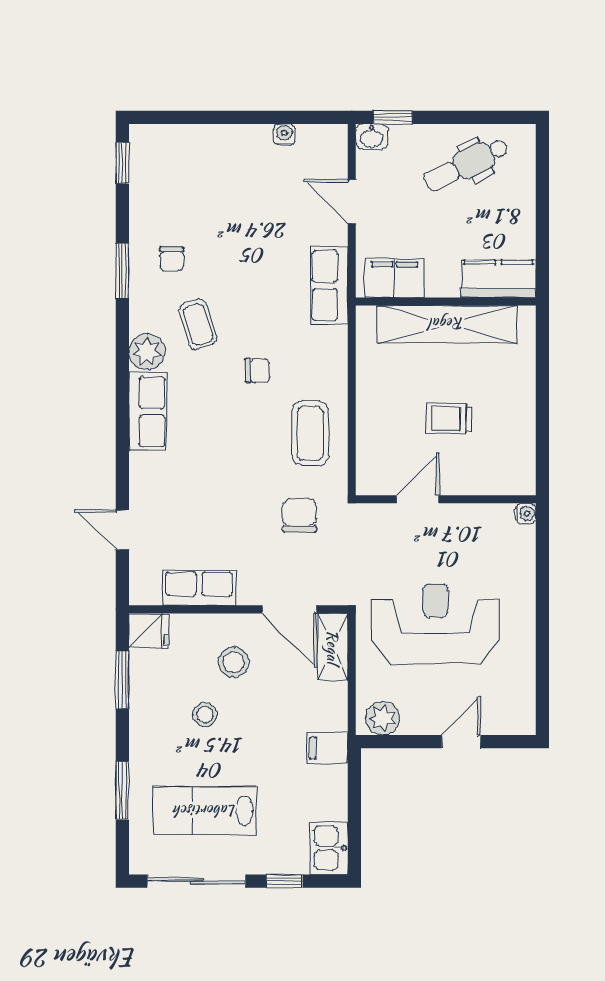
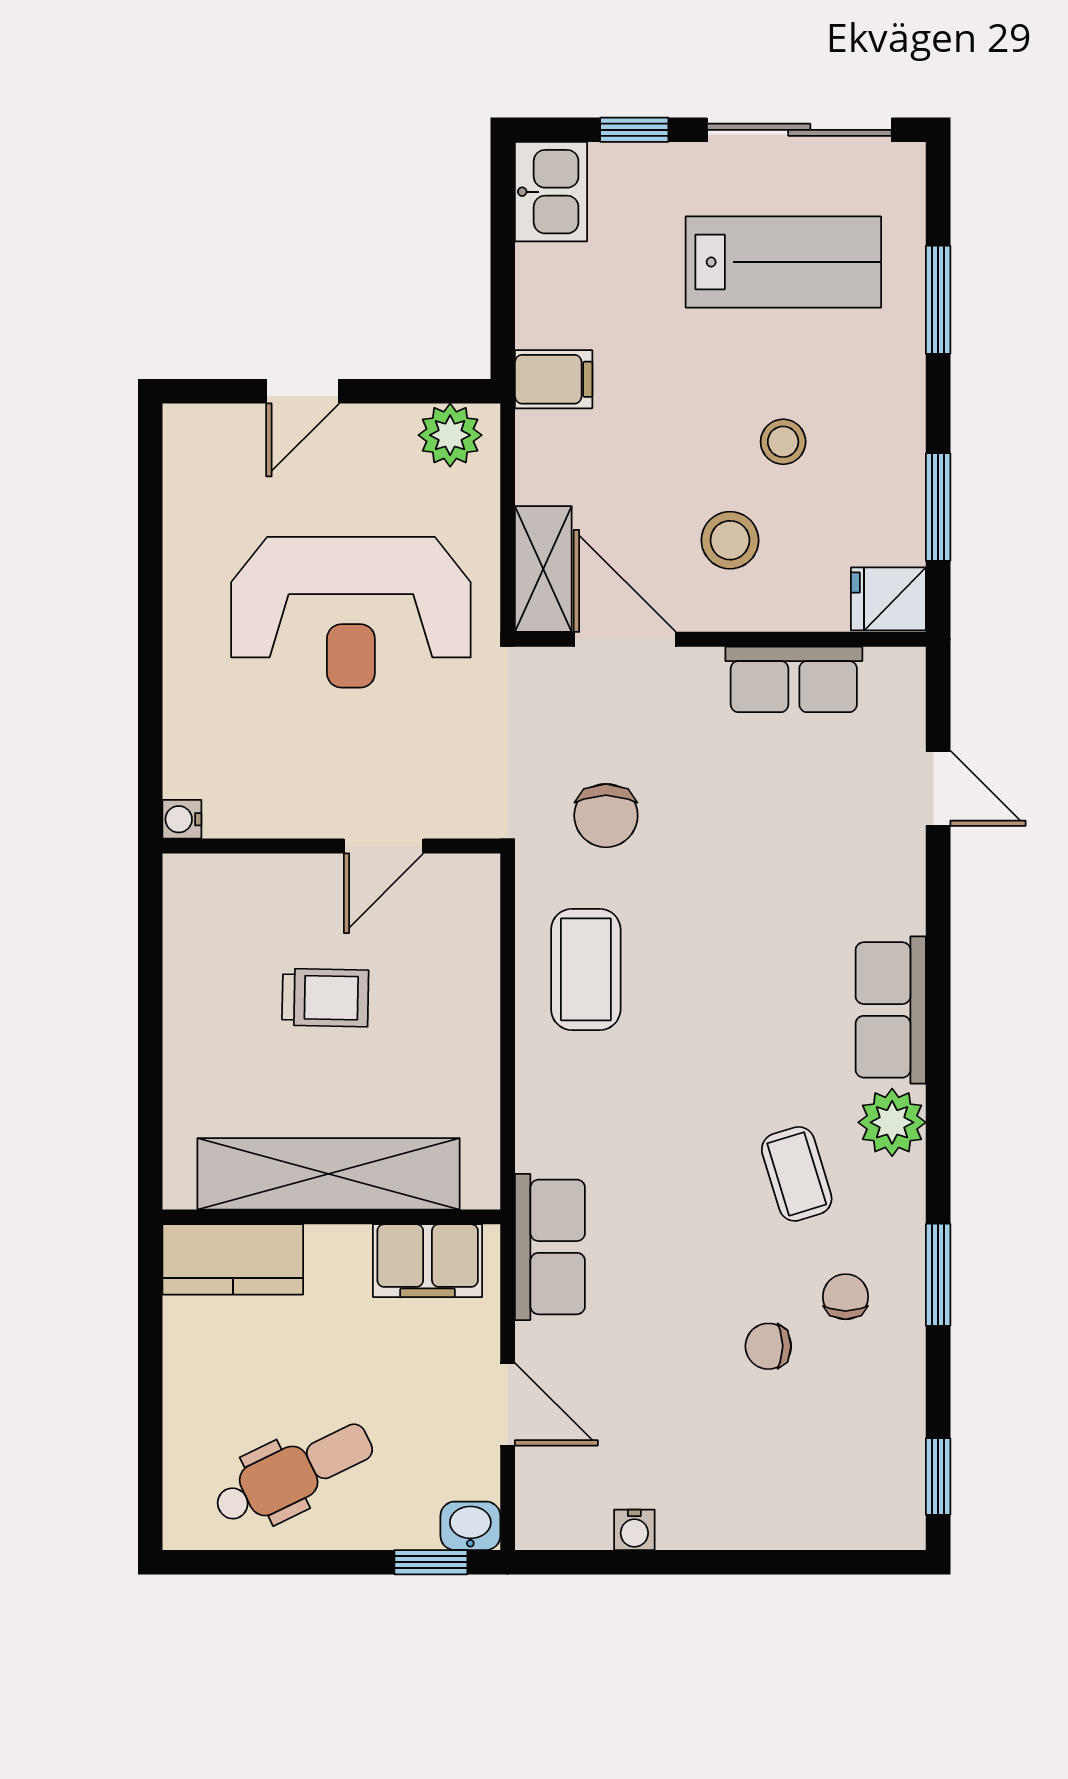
chair: (257, 370) -> (768, 1346), moved

